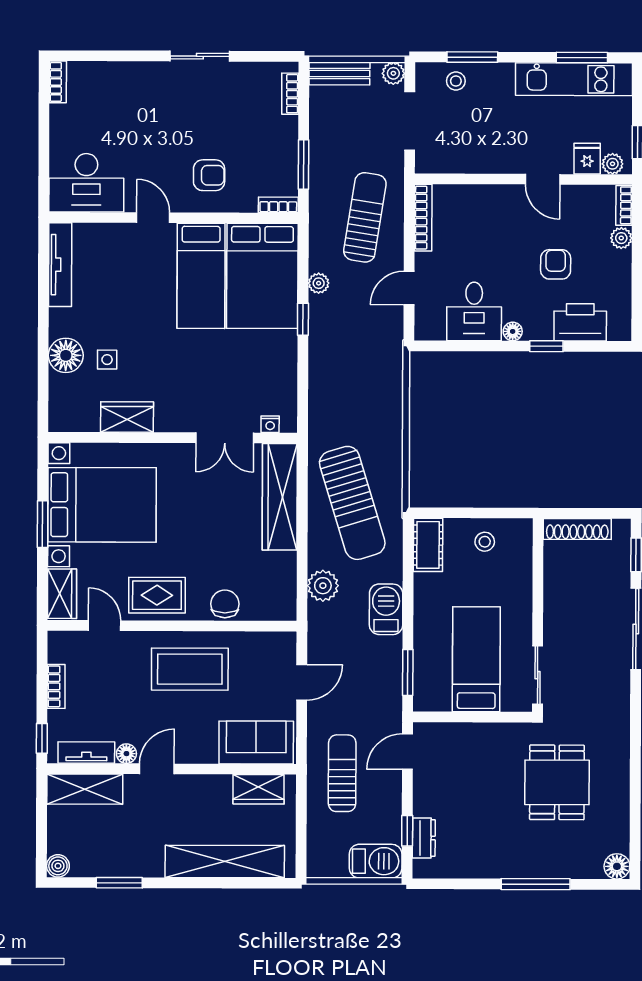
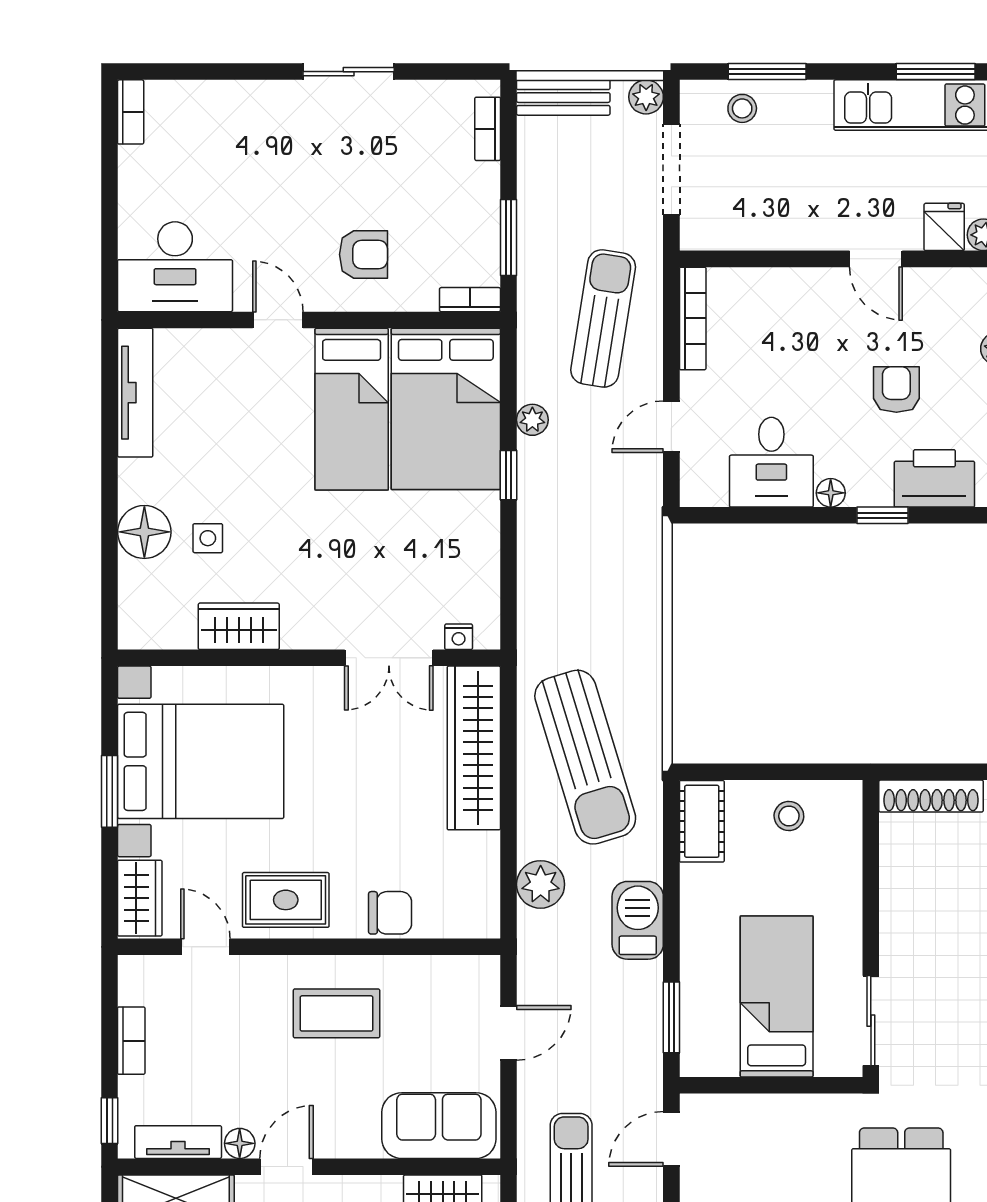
chair: (225, 604) -> (390, 913), turned 90
coffee table: (190, 669) -> (337, 1013), width x0.73, depth x0.76

